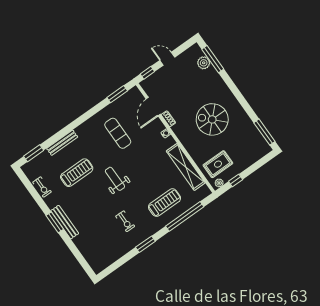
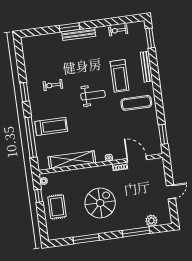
window: (213, 59) -> (136, 232), moved
window: (147, 73) -> (168, 169), removed
window: (264, 132) -> (86, 239), moved
exercise mat: (118, 133) -> (136, 103), moved
rug: (218, 164) -> (57, 207), moved
treadmill: (77, 173) -> (120, 76), moved
treadmill: (165, 203) -> (51, 126), turned -90
window: (55, 222) -> (69, 27), moved

